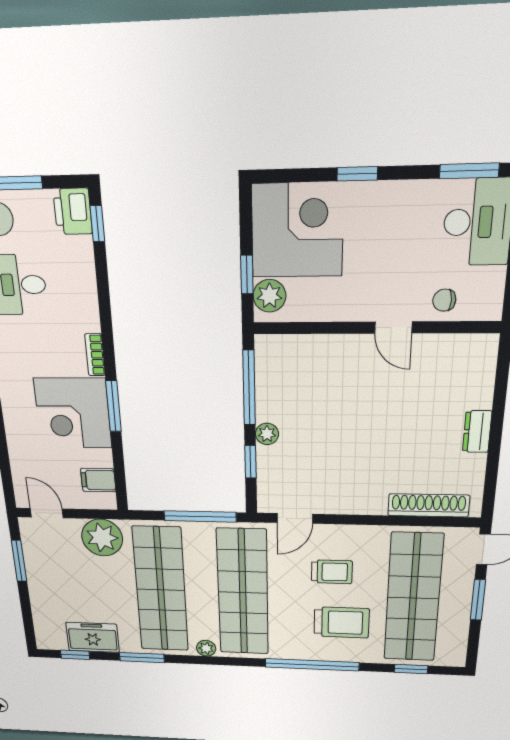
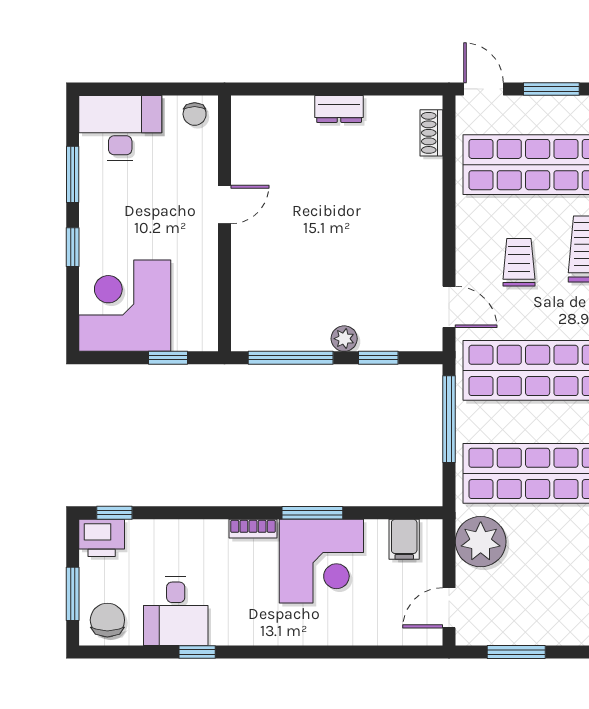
window: (469, 171) -> (73, 174), moved
plant: (269, 296) -> (190, 334), removed
chair: (444, 300) -> (195, 114), moved
shoe rack: (429, 505) -> (431, 133), width x0.51, depth x0.81

